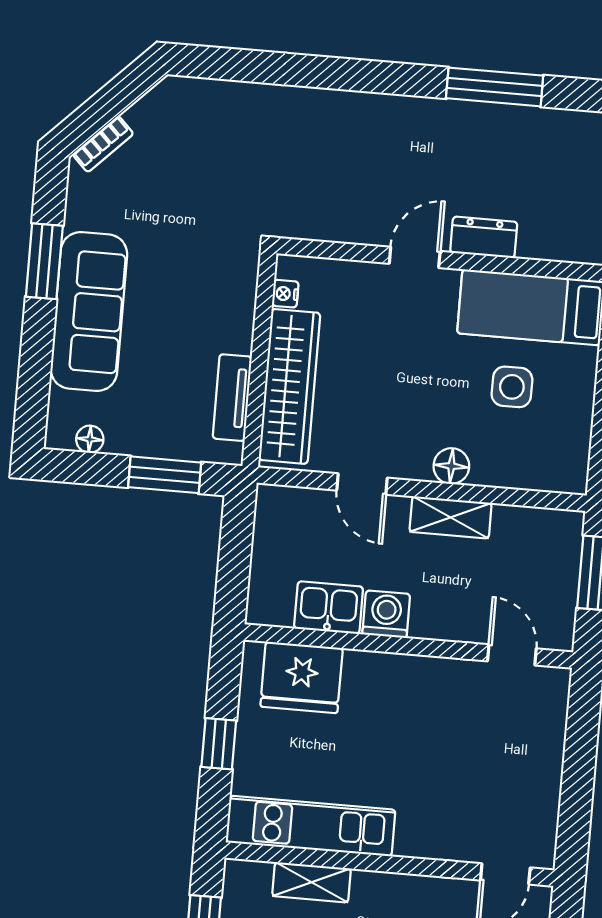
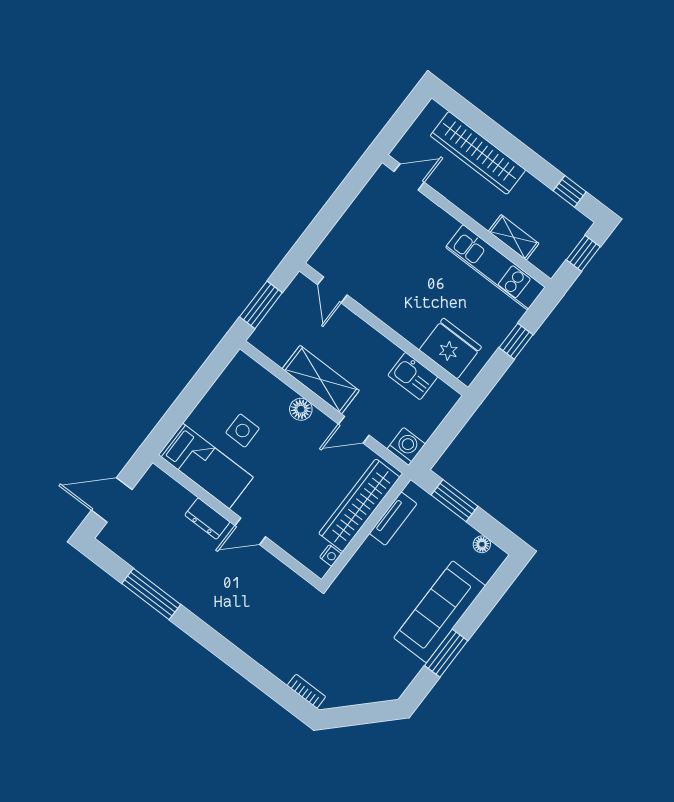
bookcase: (103, 144) -> (306, 691), moved, turned 45
door: (362, 484) -> (354, 430), swing flipped
shelving: (451, 517) -> (321, 380), width x1.50, depth x1.33
washing machine: (386, 614) -> (406, 446), moved, turned 180

